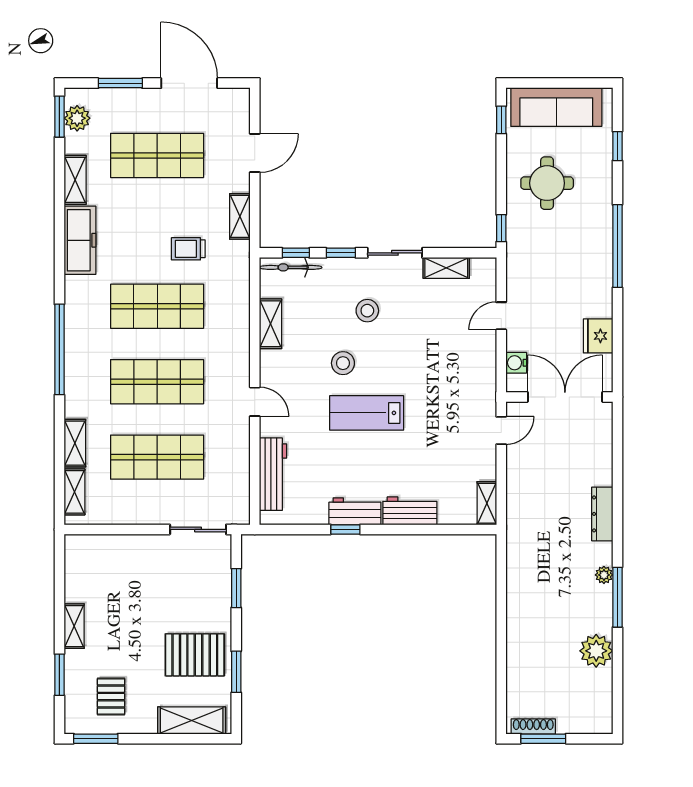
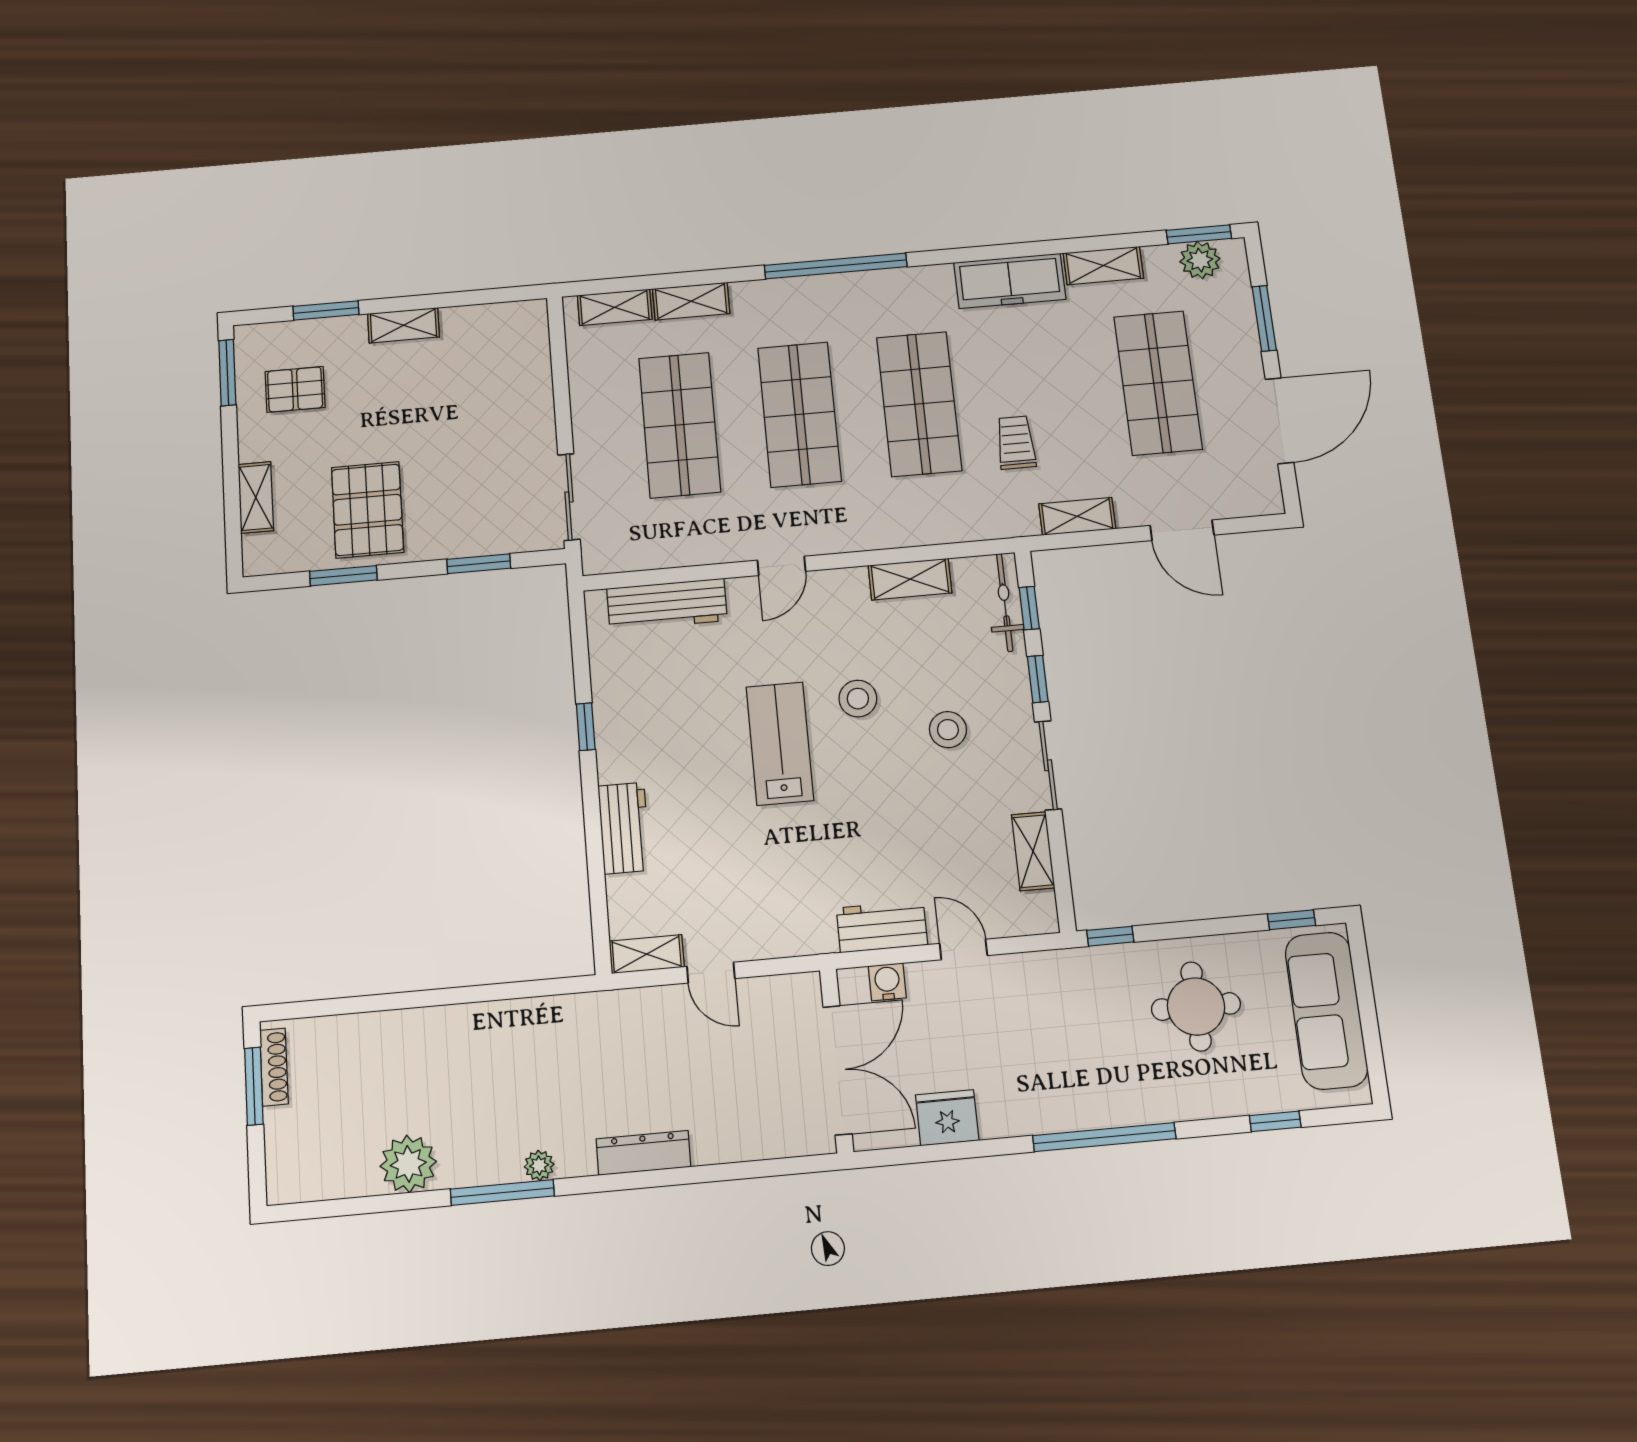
door: (501, 430) -> (711, 973), moved
workbench: (355, 511) -> (882, 926), moved, turned -90
shelving: (192, 720) -> (256, 497), width x0.67, depth x0.75

